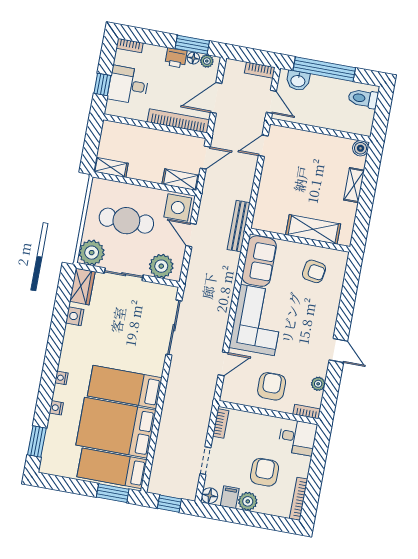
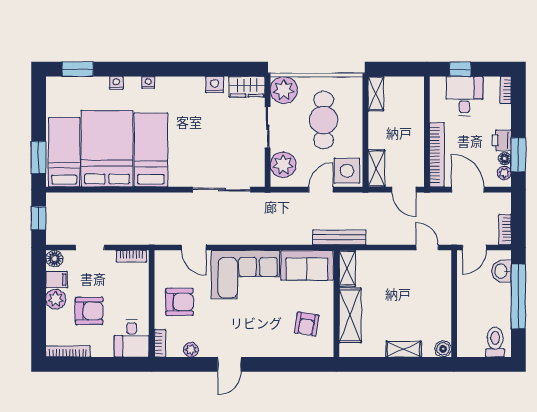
shelving: (269, 224) -> (347, 268), added

